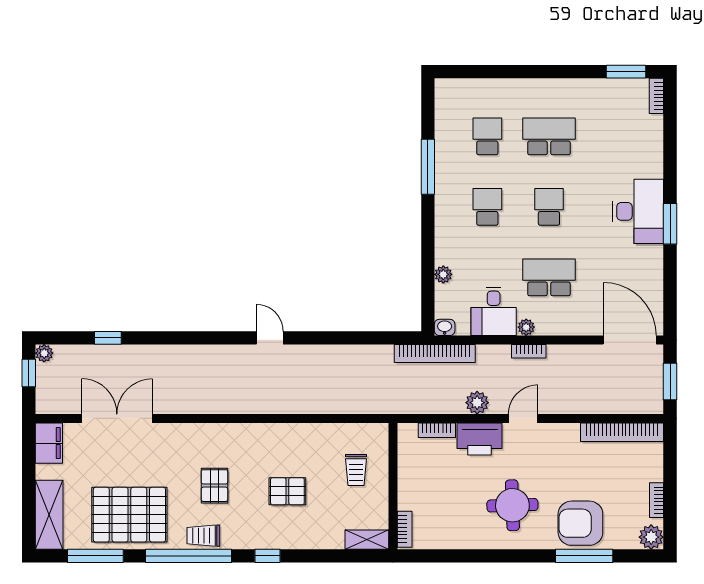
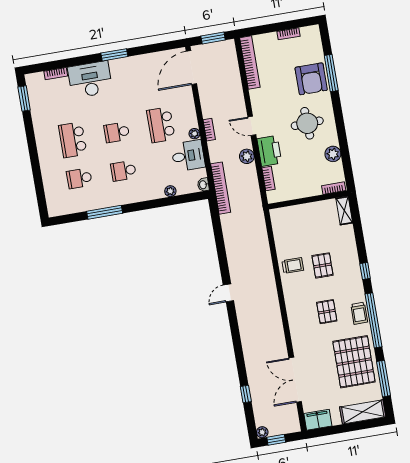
bookcase: (656, 96) -> (56, 74), moved
desk: (638, 211) -> (90, 80), moved
trolley: (356, 470) -> (293, 266), moved
pallet: (214, 486) -> (327, 312), turned 90
plant: (651, 537) -> (333, 154), moved

